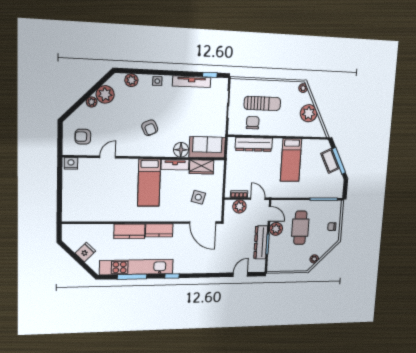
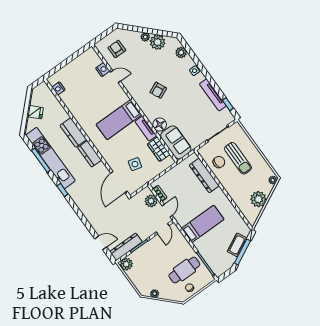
bed: (291, 160) -> (203, 224), moved, turned 180
nightstand: (71, 163) -> (103, 70), moved
nightstand: (79, 216) -> (58, 88), added
cafe table: (300, 228) -> (184, 270), moved
plant: (276, 229) -> (126, 264), moved
dresser: (261, 242) -> (126, 247), moved

